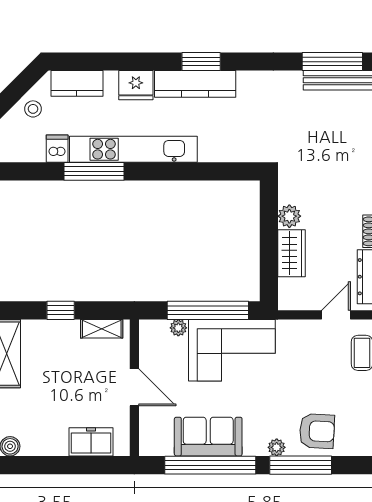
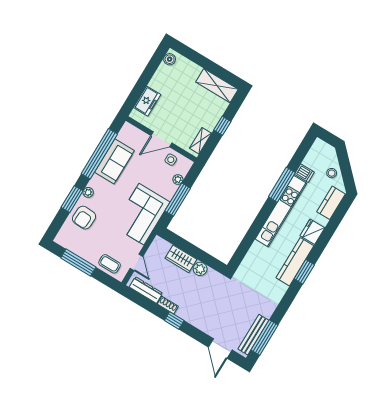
window: (208, 310) -> (178, 200), width x0.68
corner sofa: (232, 350) -> (141, 214), moved
side table: (156, 356) -> (171, 160), added
window: (301, 465) -> (72, 199), width x0.69

